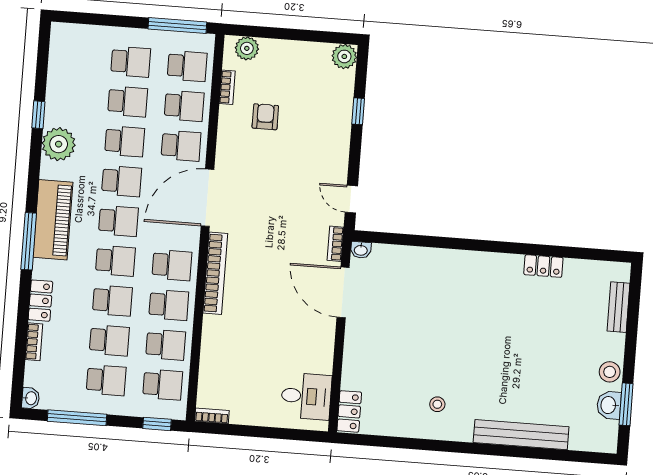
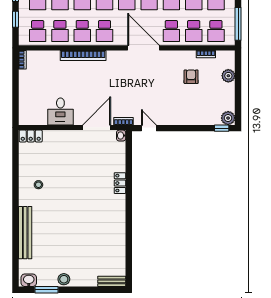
plant: (247, 48) -> (228, 76), moved
window: (358, 111) -> (222, 128), moved
armchair: (265, 117) -> (191, 77), turned -90
door: (351, 199) -> (149, 128), hinge flipped
locker: (543, 266) -> (120, 183), moved
bookcase: (215, 273) -> (83, 56), moved
bench: (618, 307) -> (112, 281), moved
desk: (306, 396) -> (60, 111), moved
washbasin: (609, 405) -> (29, 280), moved
window: (157, 424) -> (16, 19), moved

